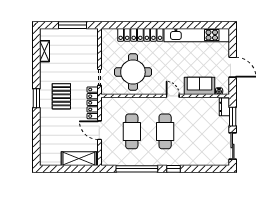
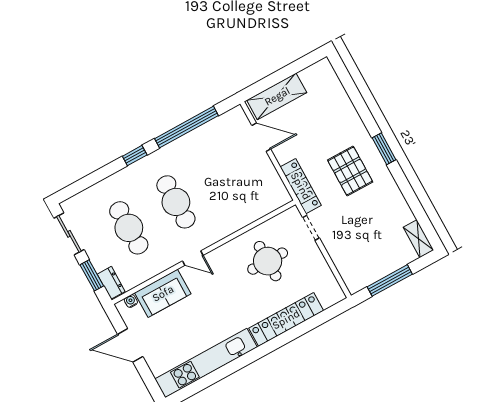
shelving: (44, 51) -> (418, 239), moved
round table: (133, 72) -> (268, 261), width x0.73, depth x0.73
door: (99, 130) -> (261, 137), moved
cafe table: (132, 131) -> (129, 228), moved

